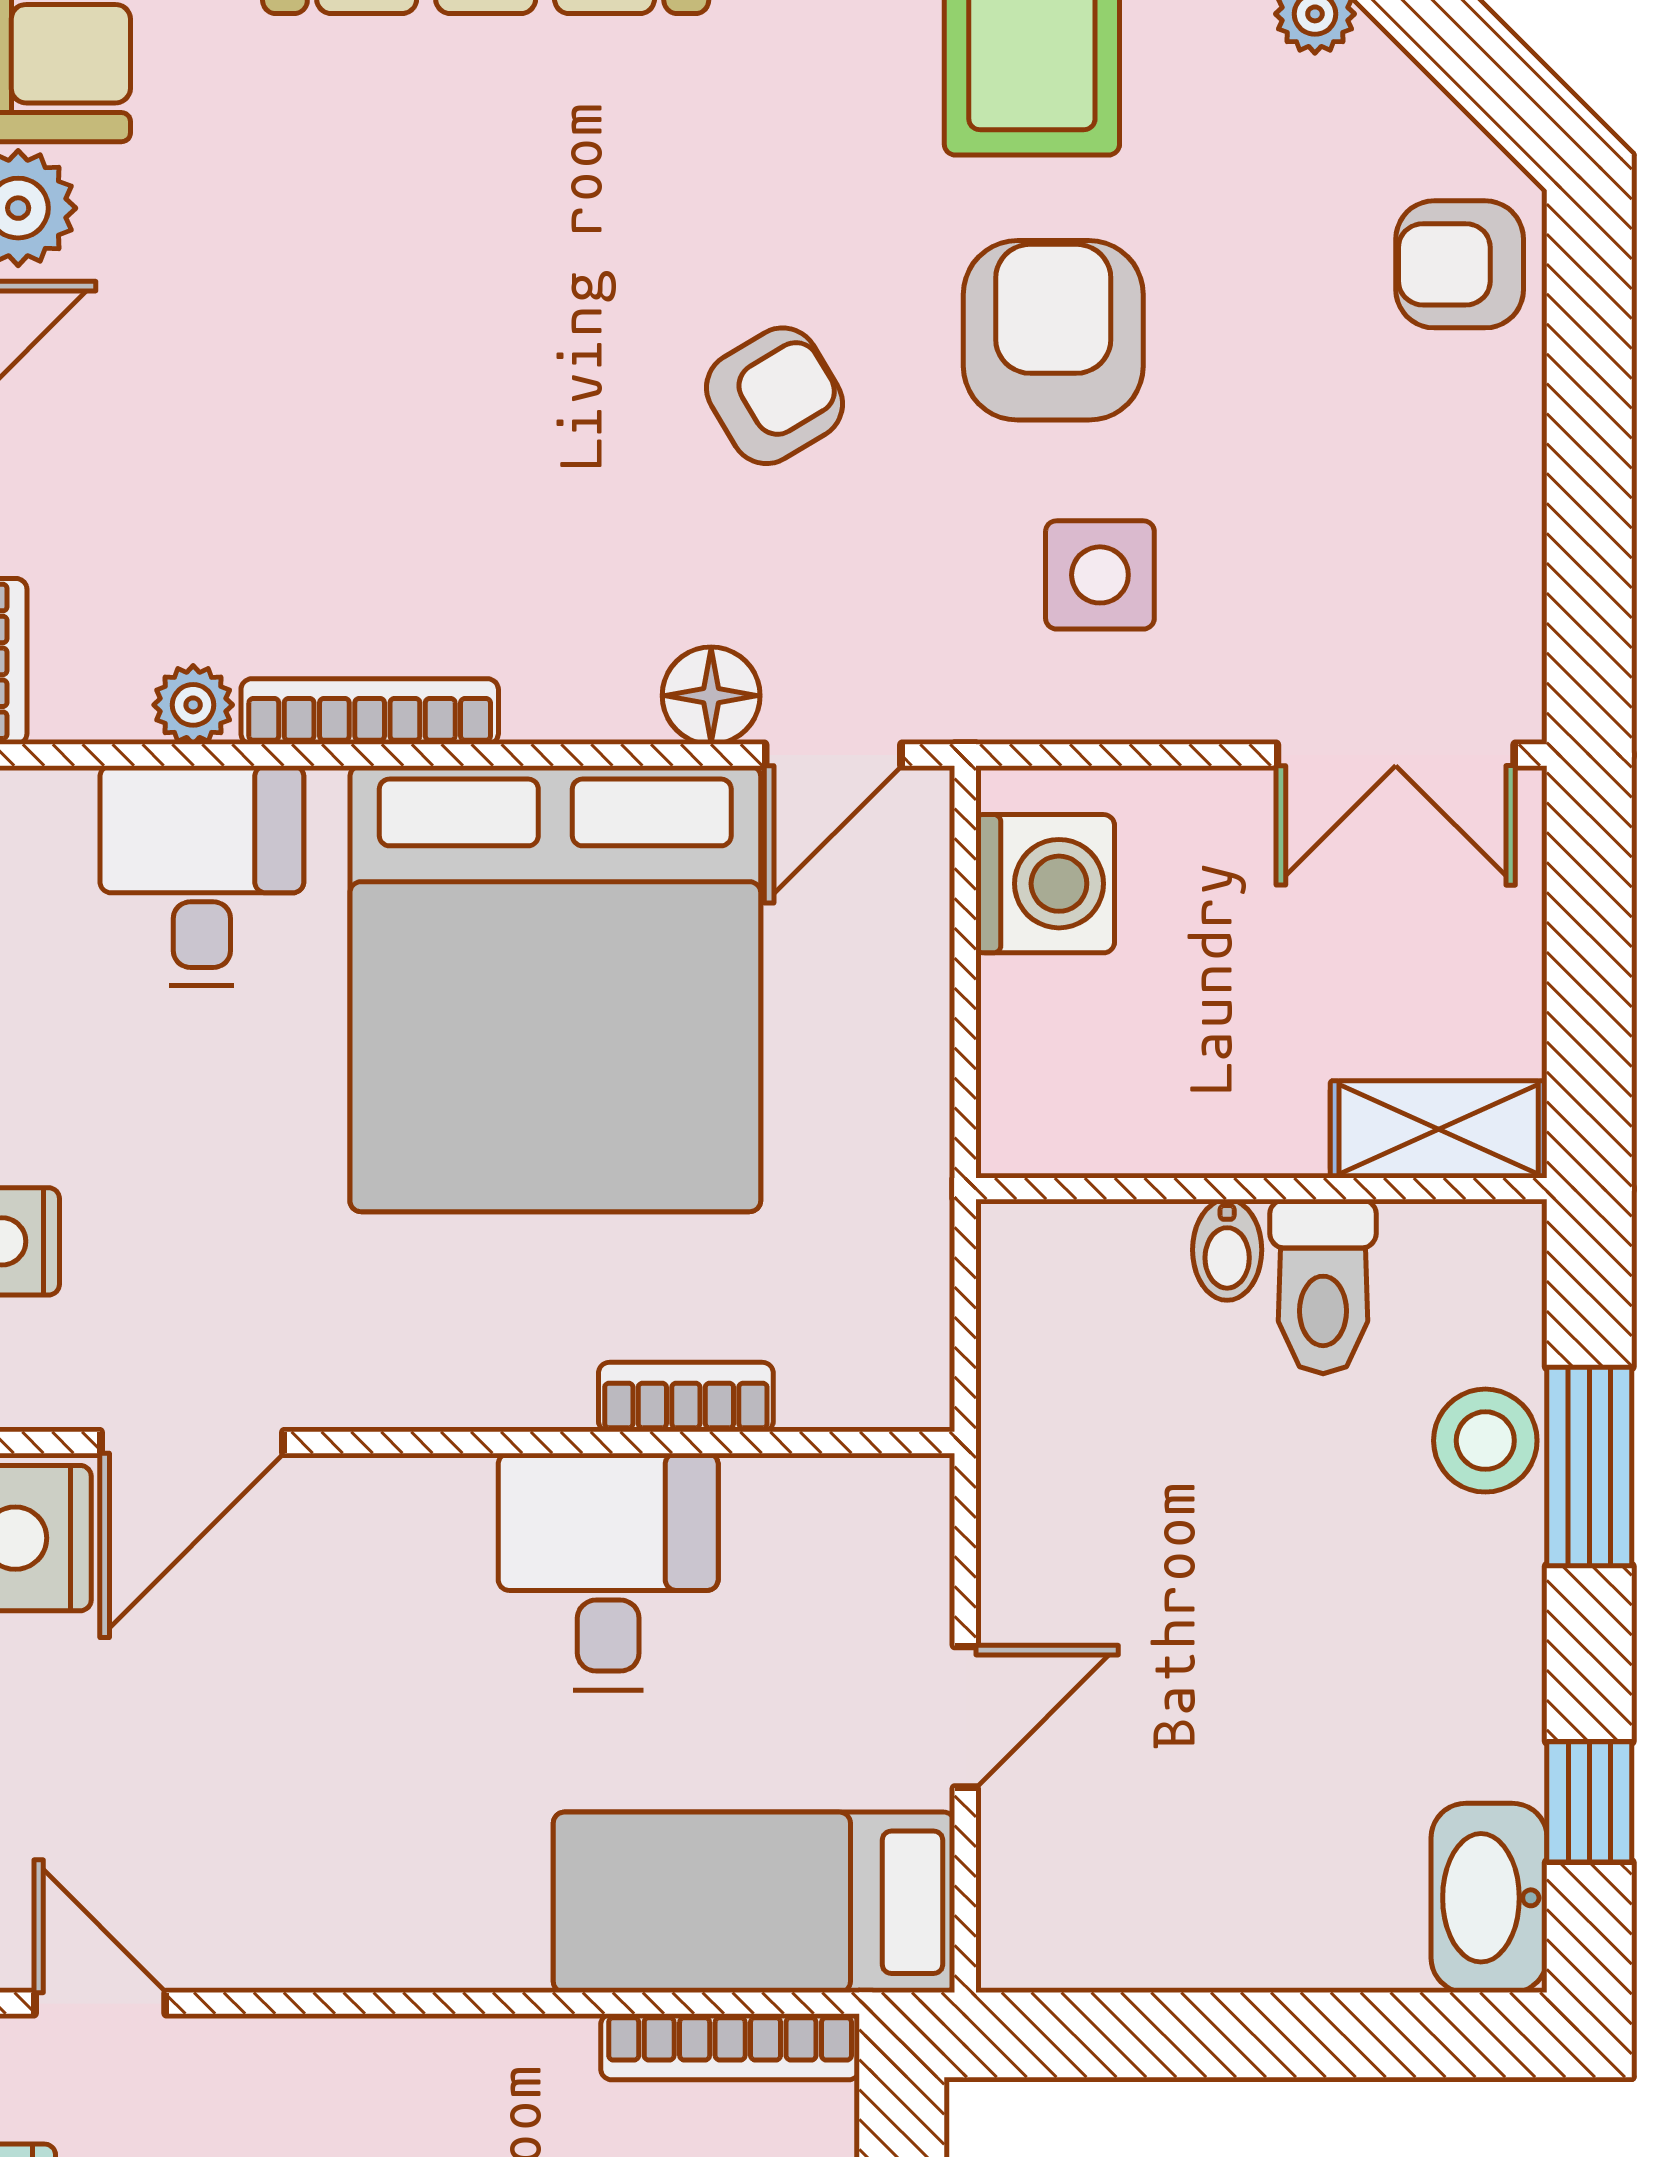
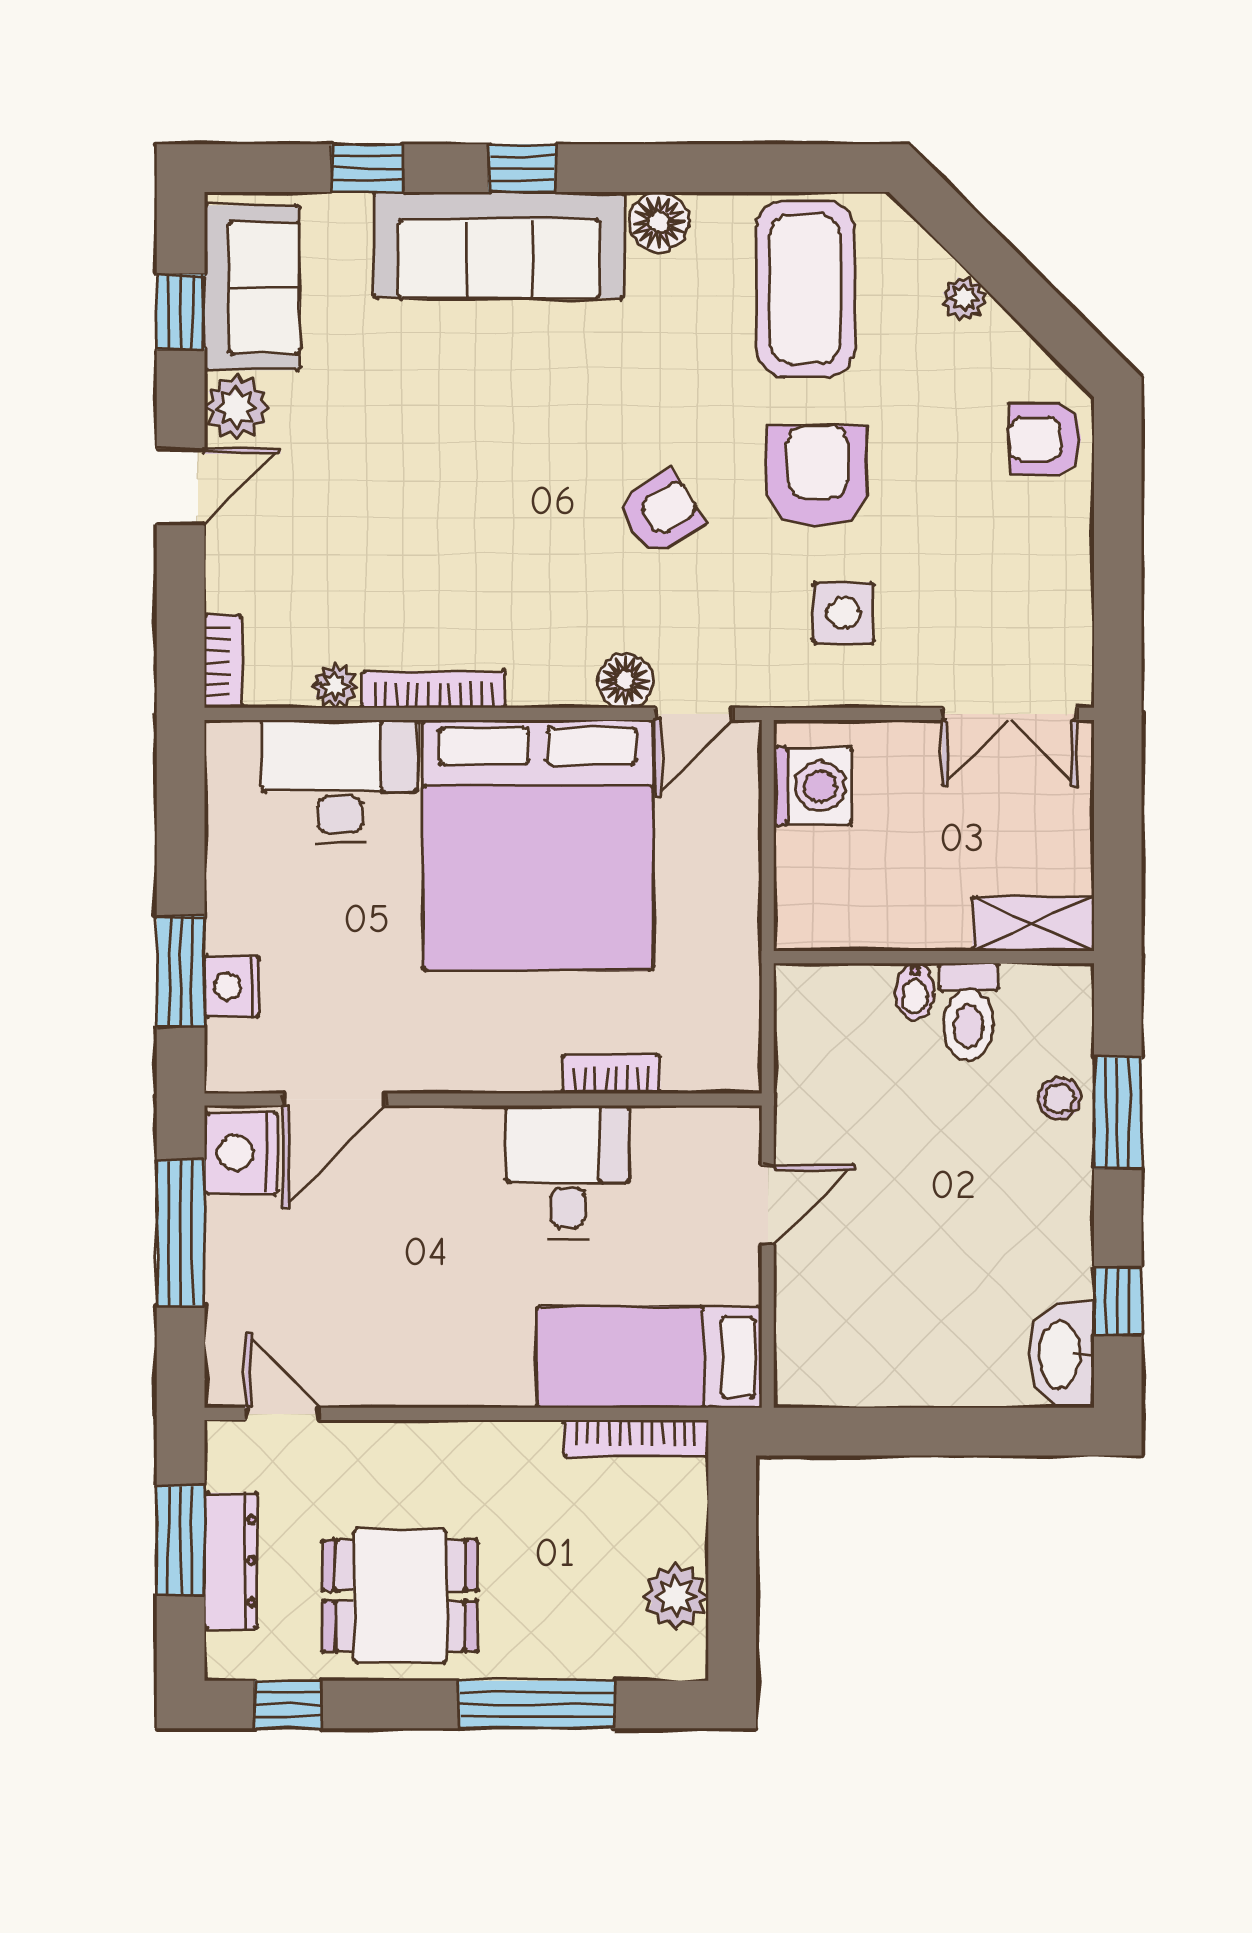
desk: (202, 875) -> (340, 781), width x1.37
stool: (1485, 1441) -> (1059, 1098), width x0.73, depth x0.73
door: (965, 1717) -> (768, 1205), moved

